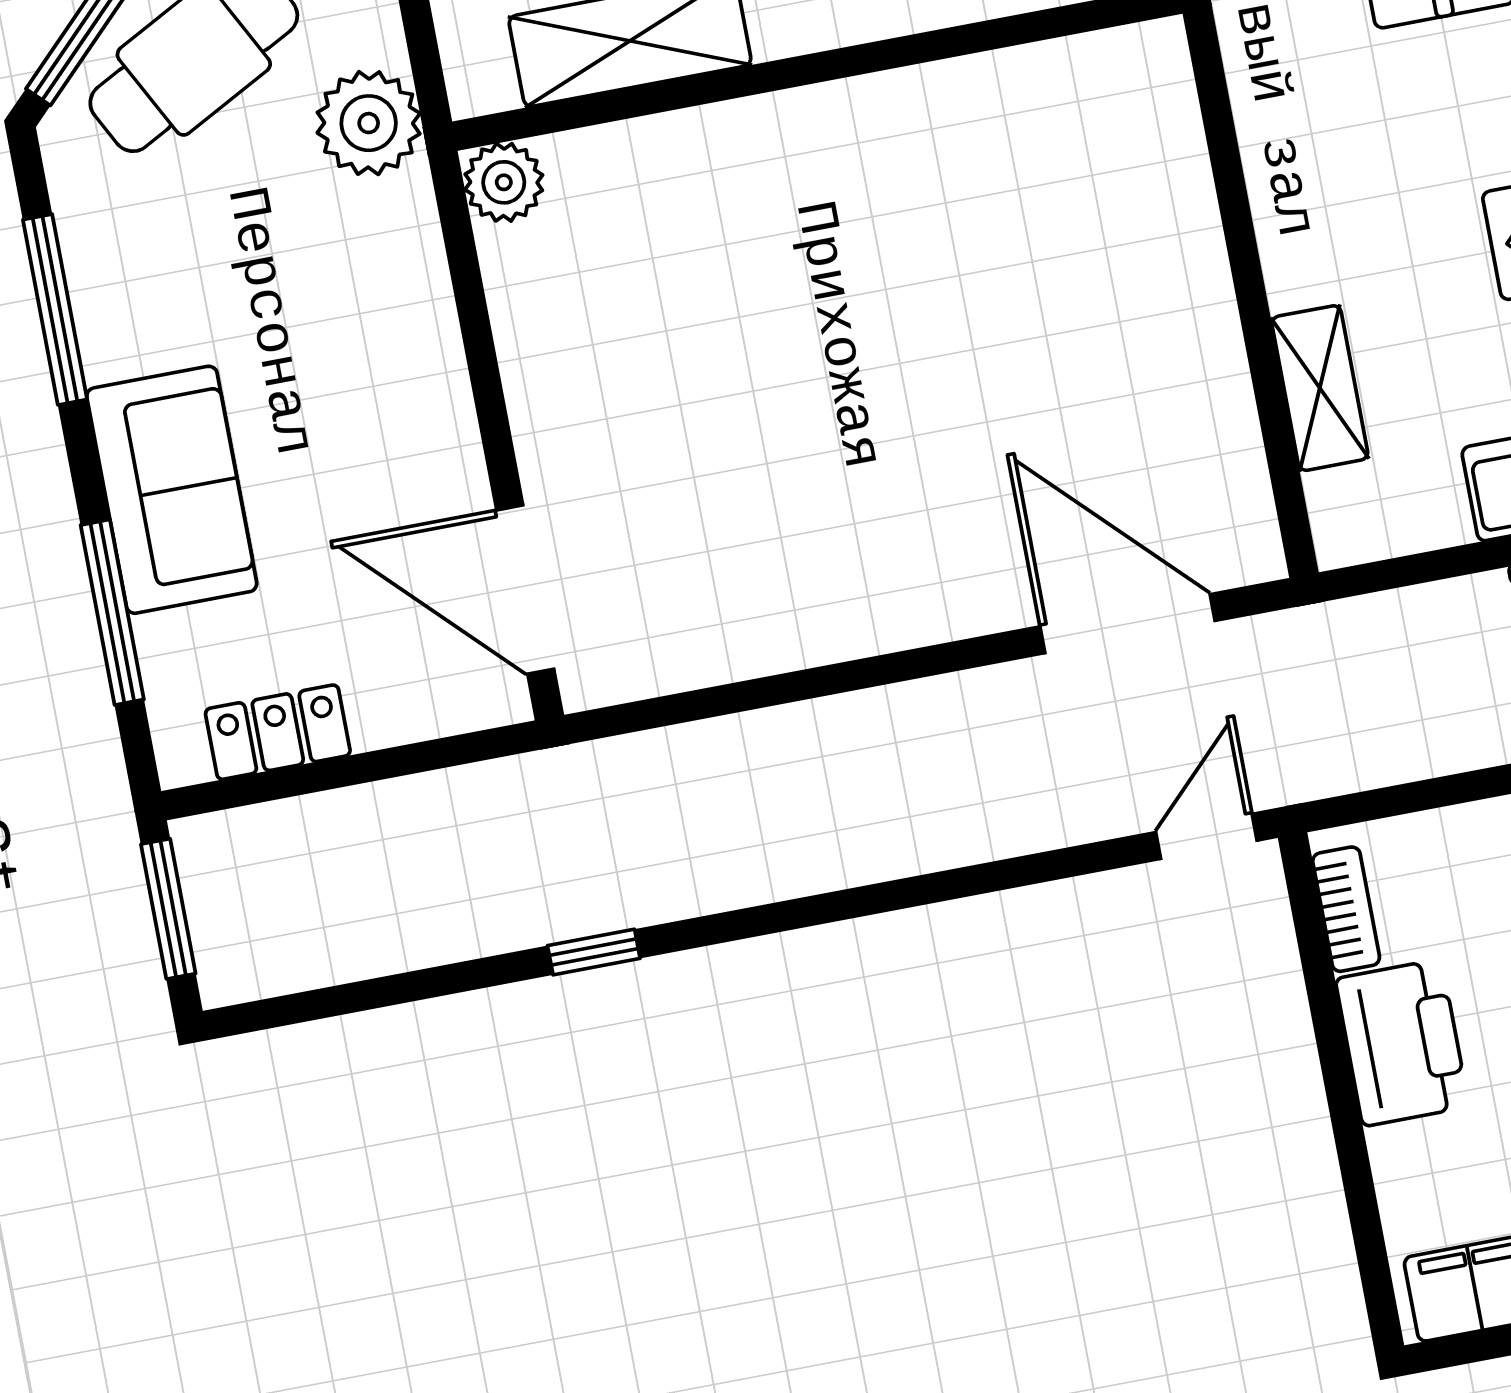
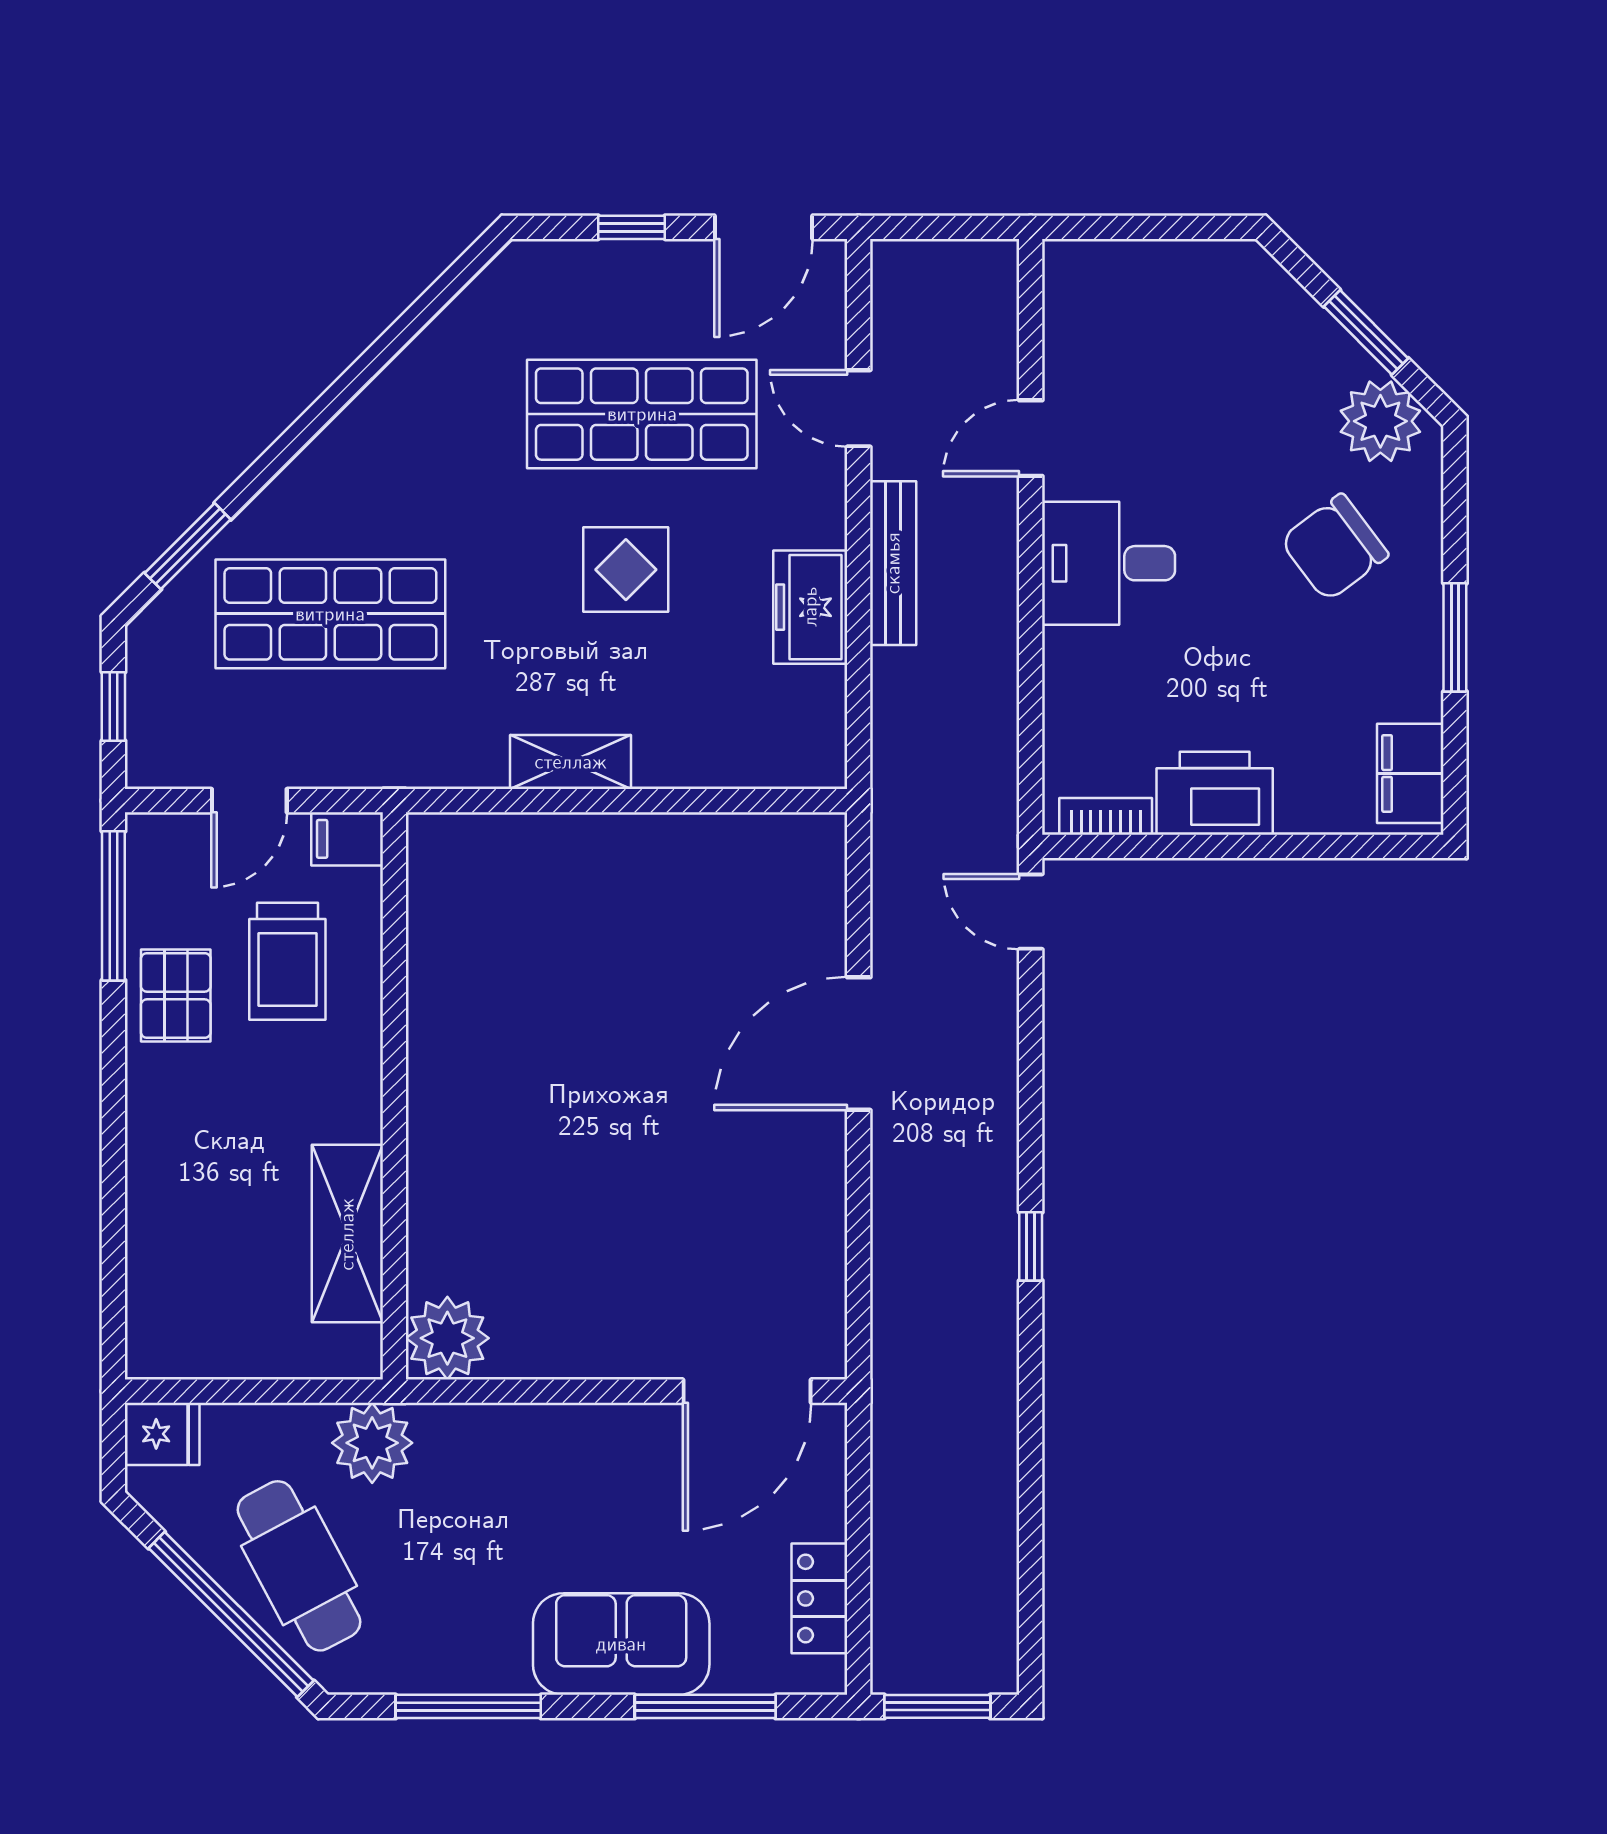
plant: (504, 182) -> (447, 1338), width x1.36, depth x1.36
shelving: (1320, 388) -> (571, 762), moved
door: (1128, 624) -> (859, 1044), moved
window: (594, 952) -> (1031, 1246), moved

